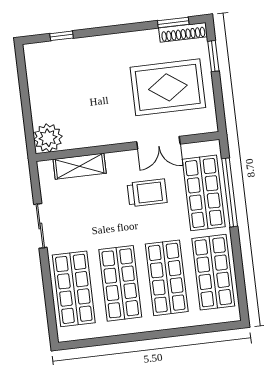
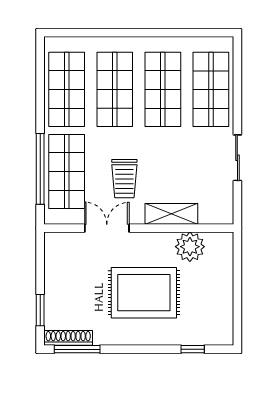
window: (173, 22) -> (77, 349), width x1.44
rug: (168, 87) -> (144, 293), moved
plant: (48, 138) -> (190, 247), moved
shelving: (80, 166) -> (171, 214), moved
trolley: (147, 193) -> (124, 179), turned -90

